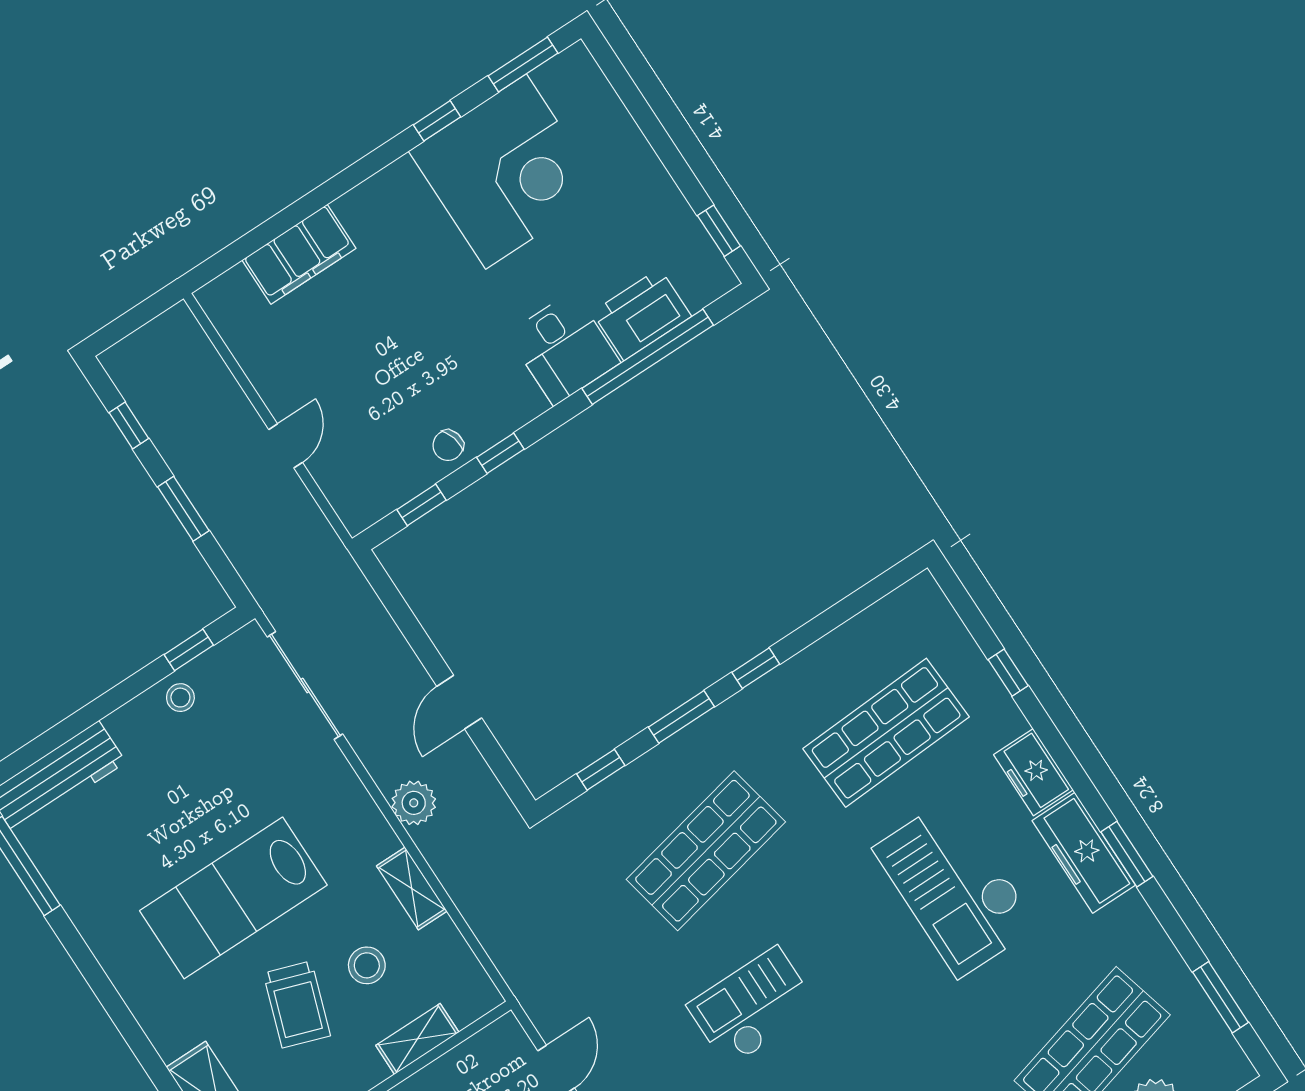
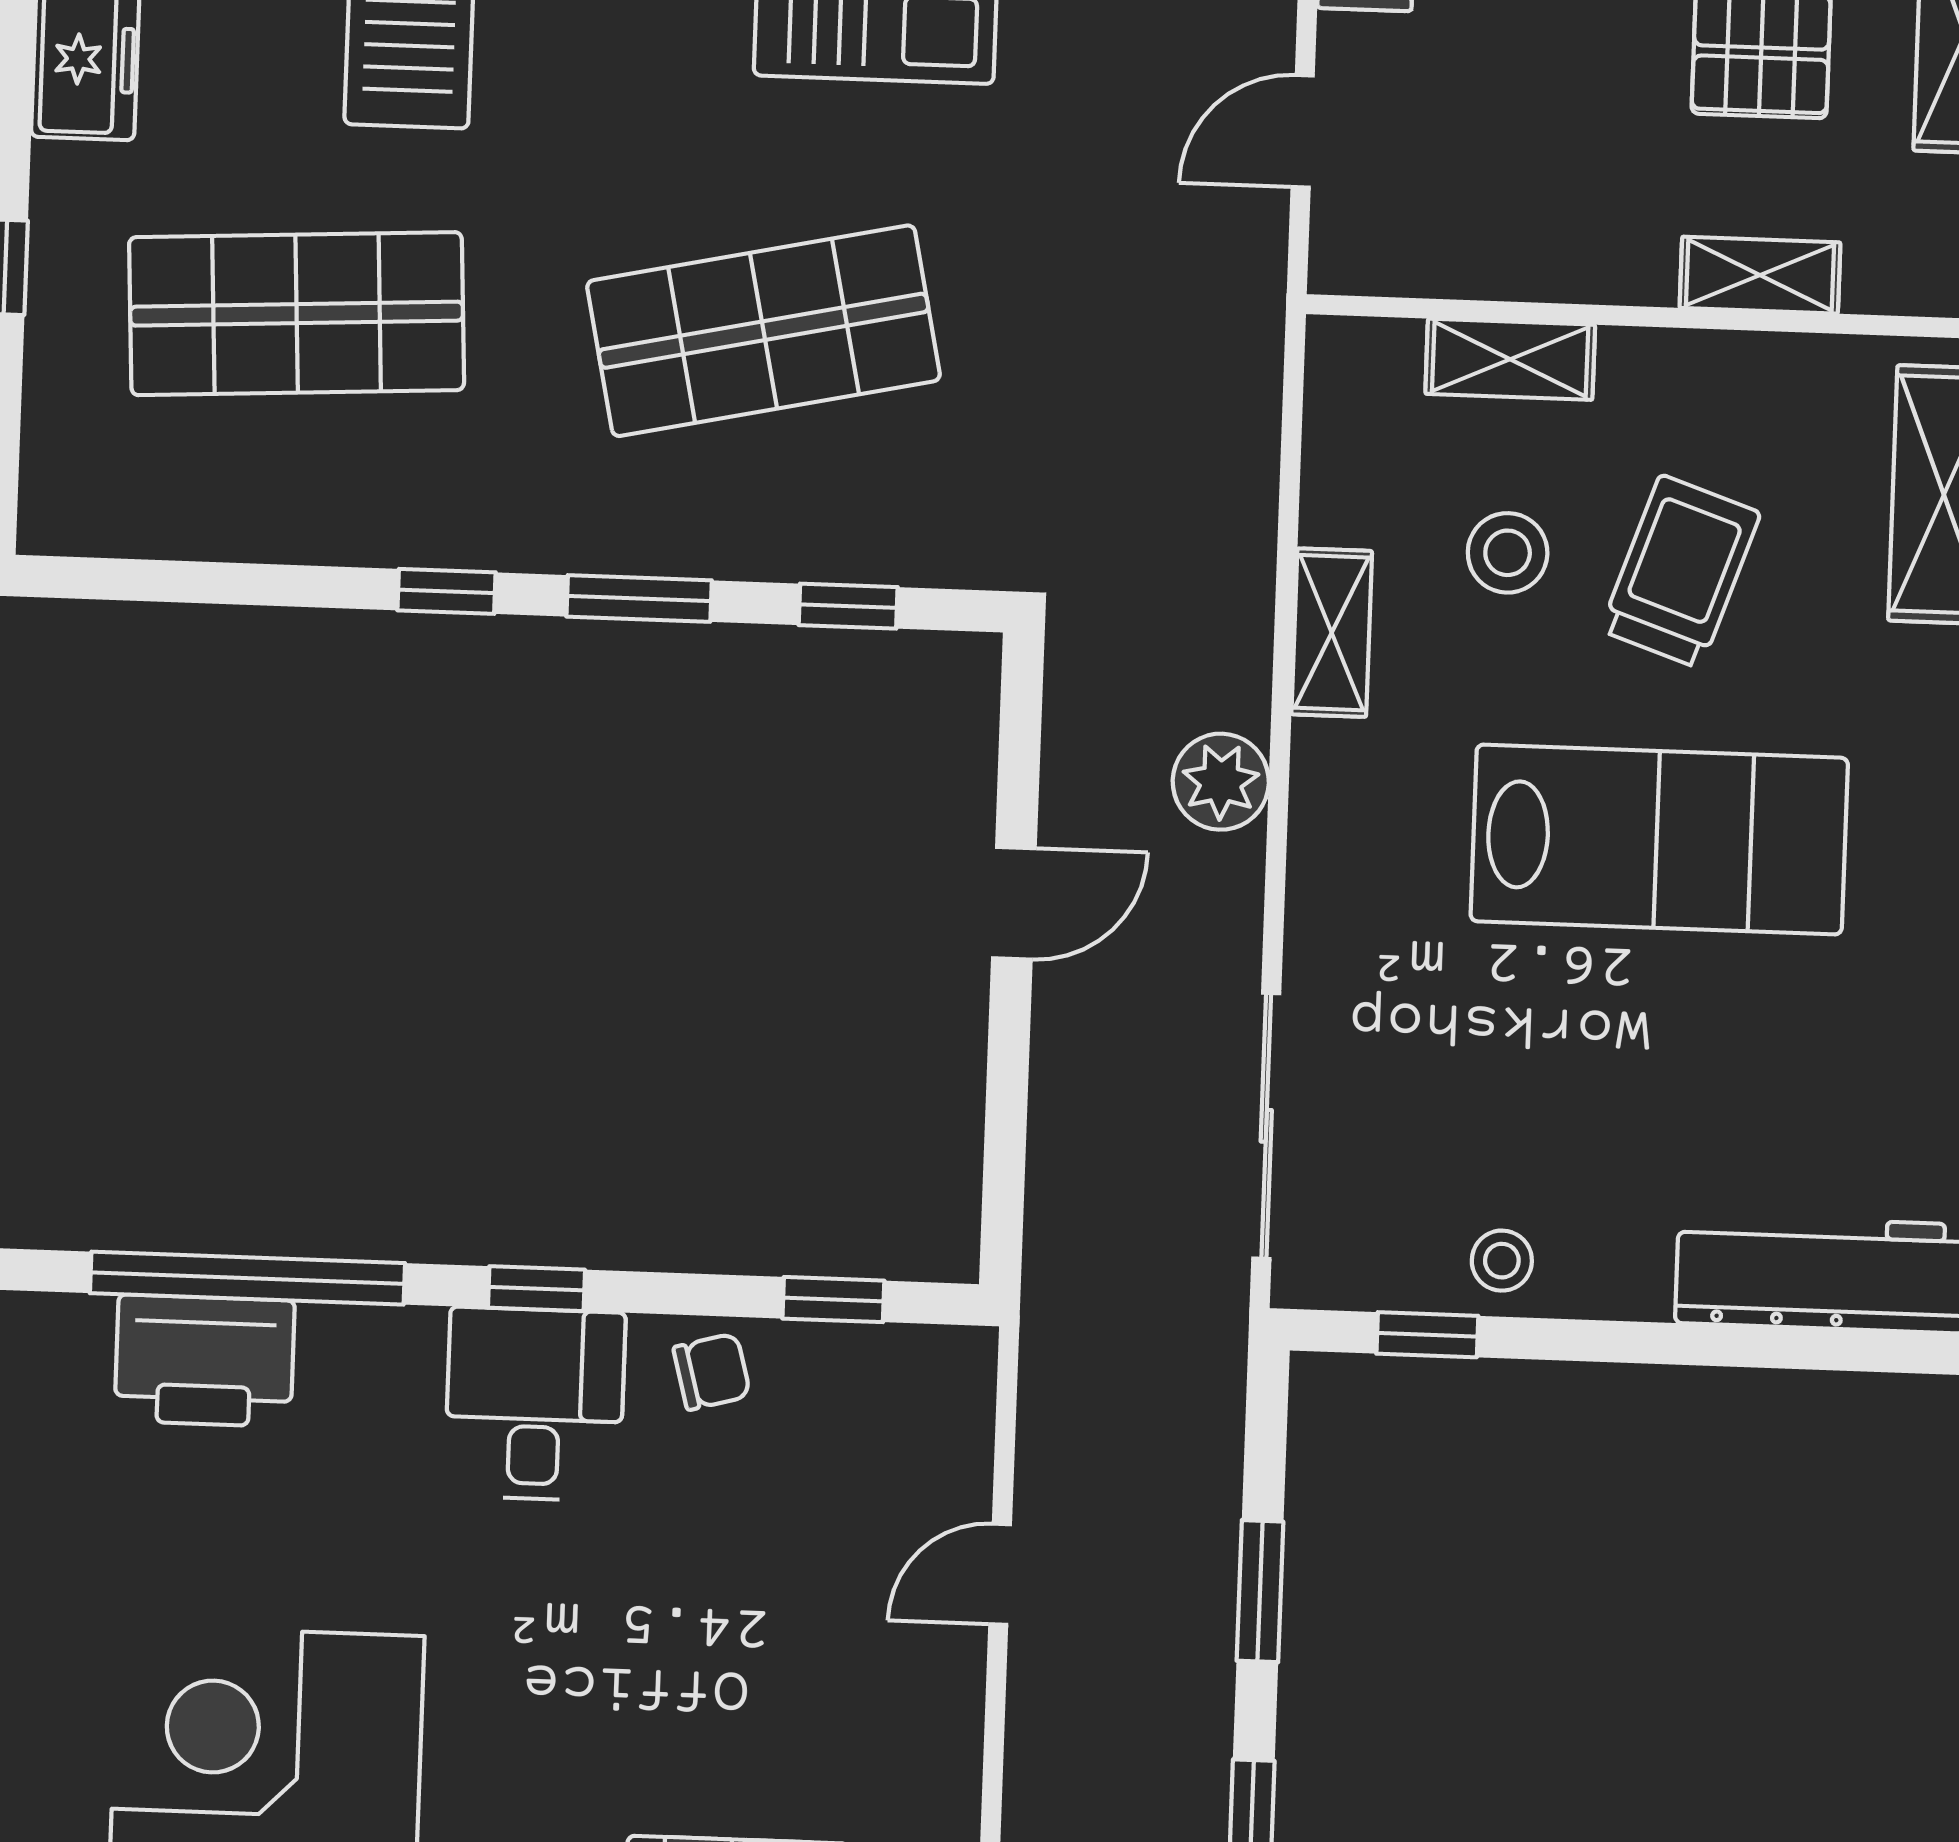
desk: (564, 348) -> (535, 1404), moved
window: (500, 453) -> (536, 1289), moved

